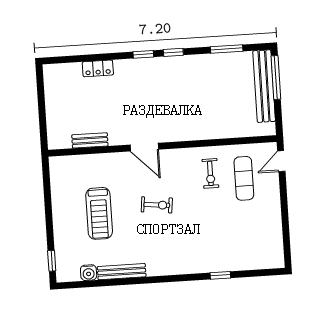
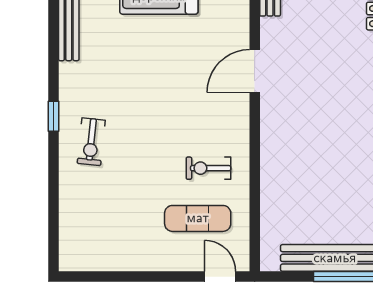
exercise bike: (157, 205) -> (91, 142), moved
window: (220, 275) -> (53, 116), moved

